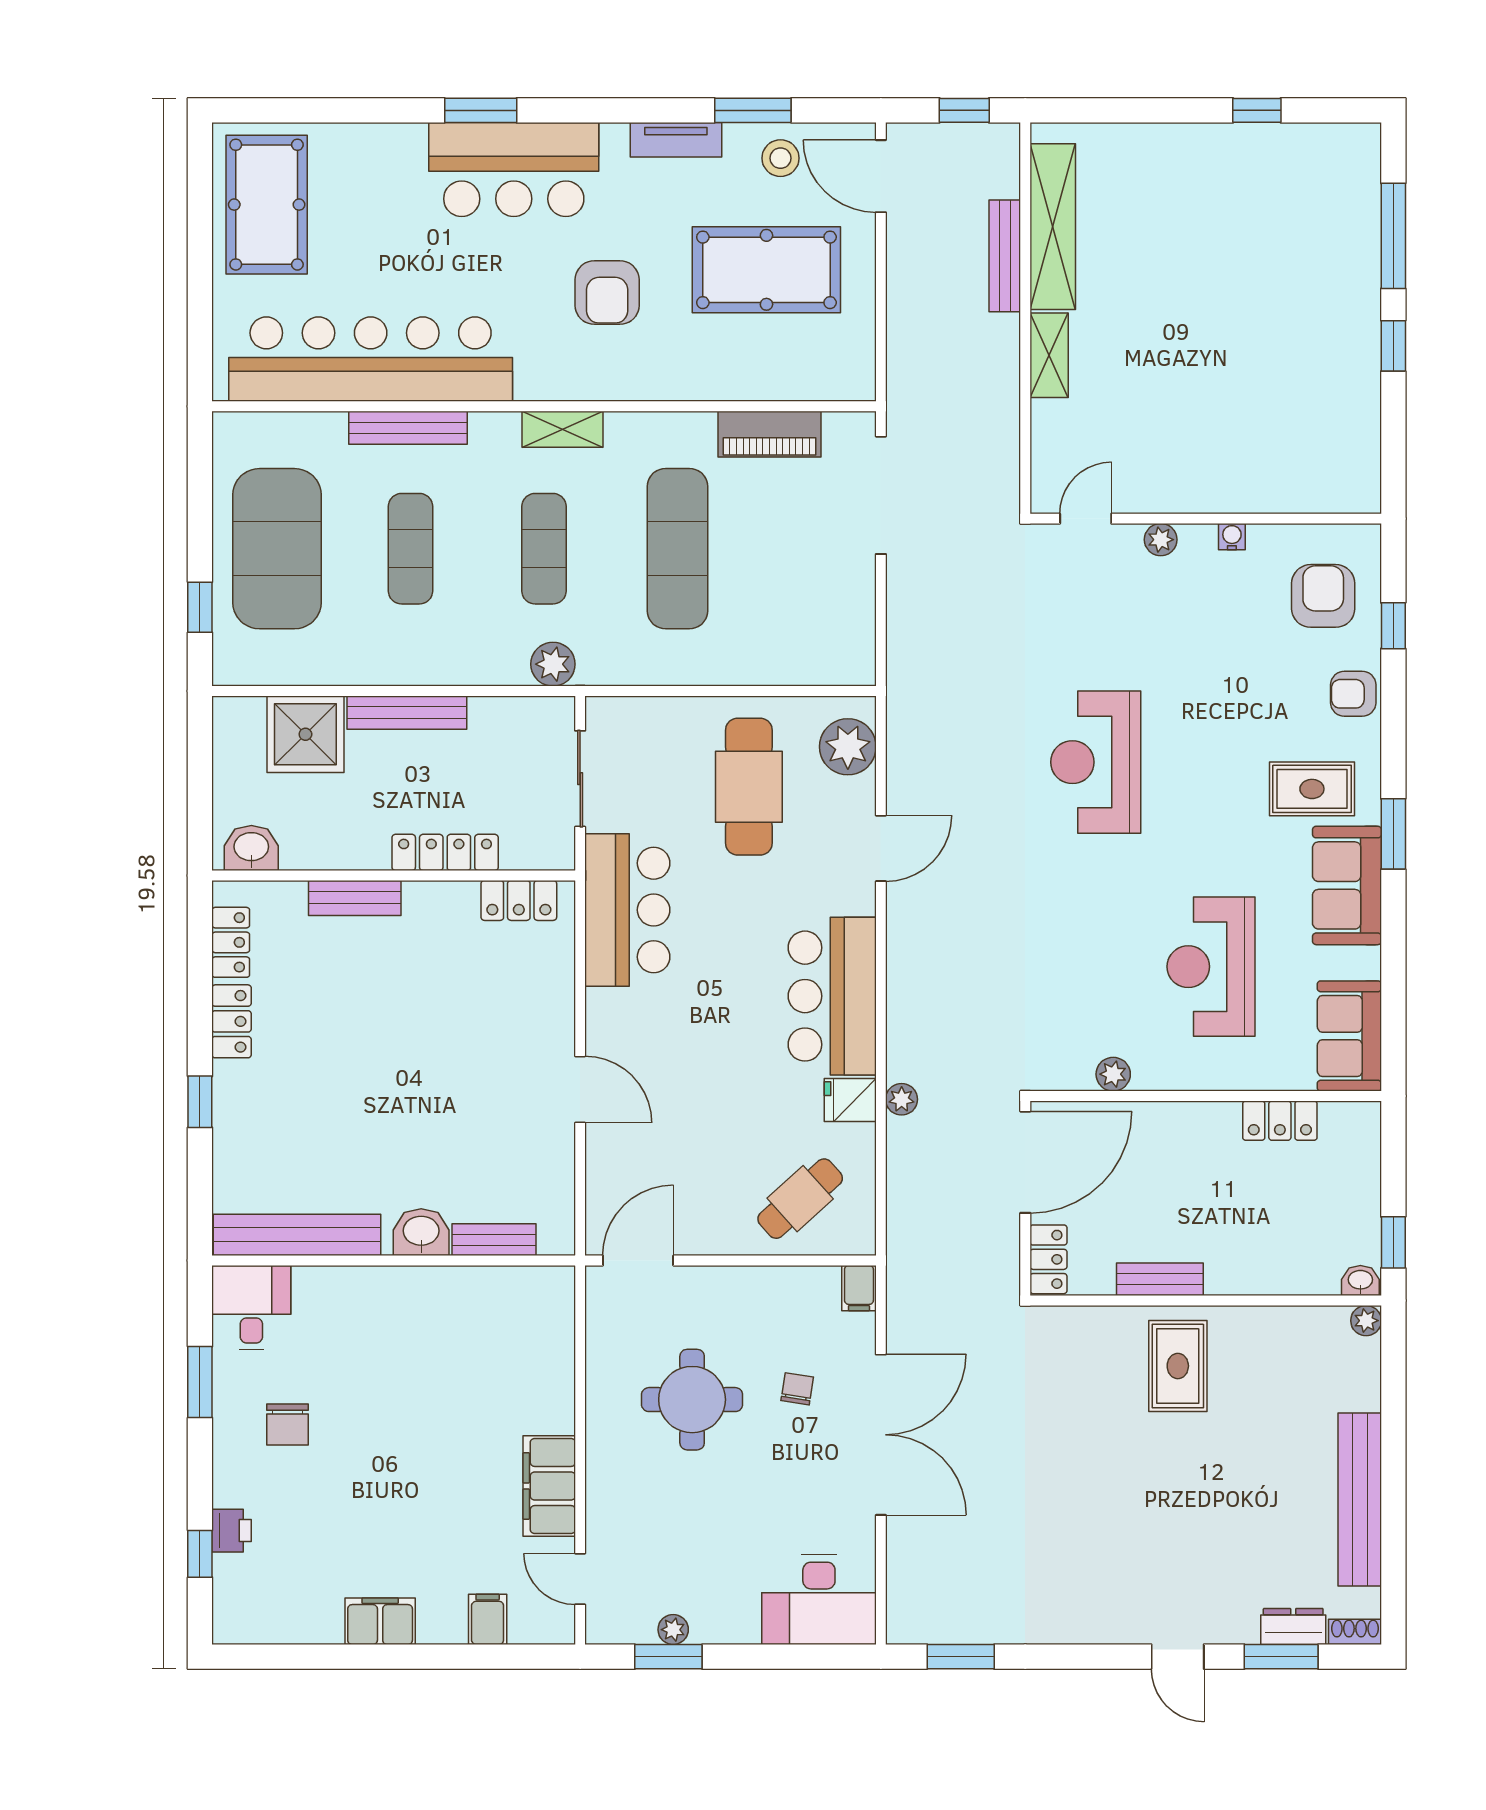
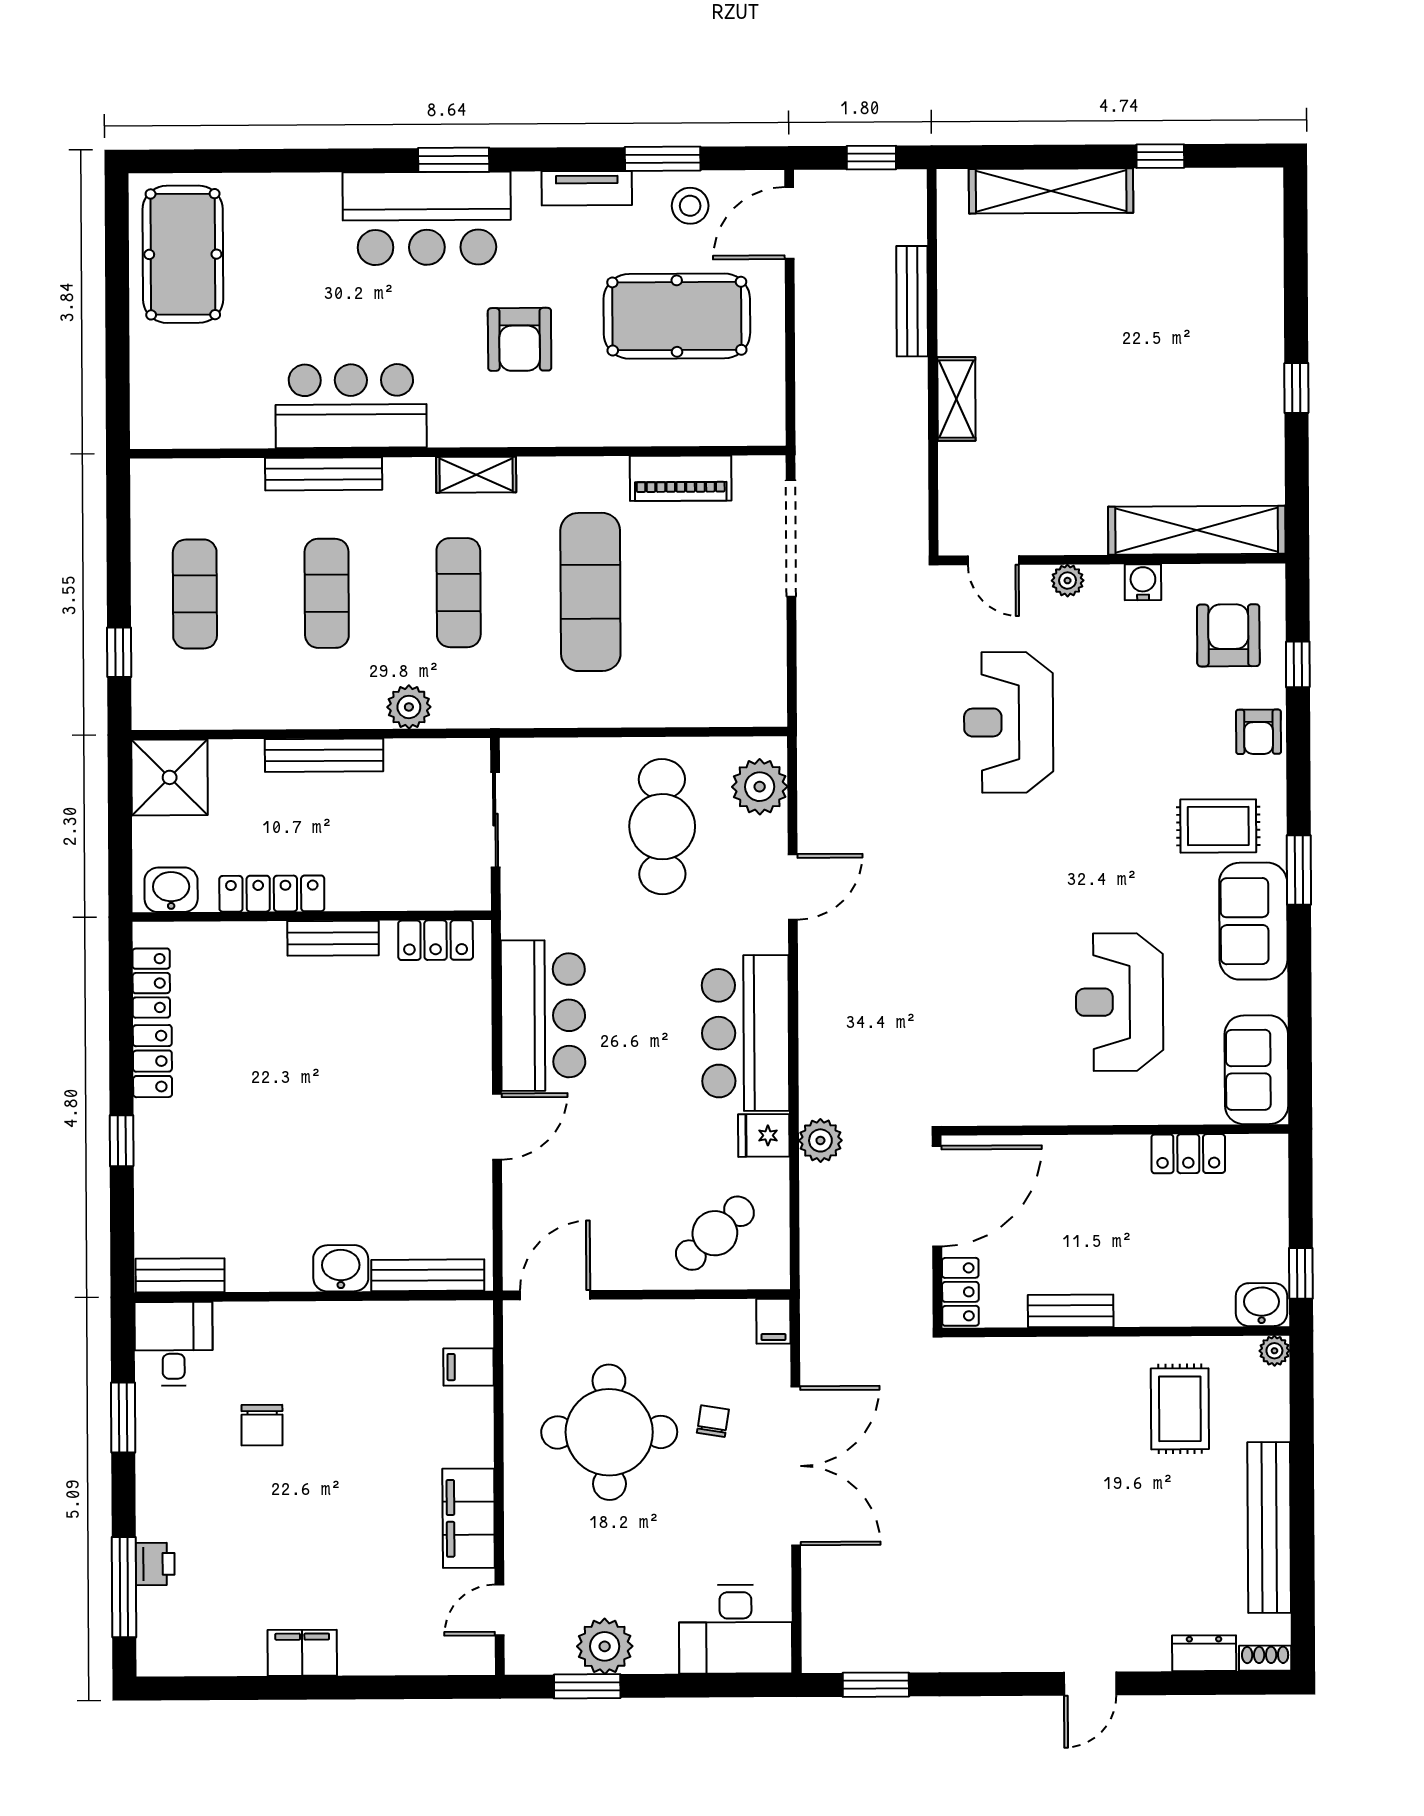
window: (481, 110) -> (454, 160), moved
door: (881, 176) -> (789, 223), hinge flipped
shelving: (1053, 227) -> (1051, 191), moved, turned 90
window: (1393, 236) -> (1296, 279), removed
bar counter: (371, 359) -> (351, 406), width x0.54
shelving: (1292, 489) -> (1197, 530), added
door: (1086, 519) -> (993, 560), swing flipped
water cooler: (1232, 537) -> (1143, 582), width x1.38, depth x1.38
exercise mat: (277, 549) -> (195, 594), width x0.50, depth x0.69
plant: (553, 664) -> (409, 707), moved
armchair: (1353, 694) -> (1259, 732), turned -90
shower: (305, 734) -> (170, 777), moved
reception desk: (1096, 762) -> (1009, 722), moved
locker: (445, 852) -> (272, 894), moved
bench: (355, 898) -> (333, 938), moved
bar counter: (627, 910) -> (543, 1015), moved
plant: (1113, 1074) -> (1023, 1109), removed
door: (580, 1089) -> (497, 1127), hinge flipped
plant: (902, 1099) -> (820, 1140), width x1.38, depth x1.38
bench: (297, 1235) -> (180, 1275), width x0.54, depth x0.82
bench: (494, 1240) -> (428, 1275), width x1.36
washbasin: (1360, 1281) -> (1261, 1305), width x1.38, depth x1.45
rug: (1178, 1366) -> (1180, 1409), moved
round table: (692, 1400) -> (609, 1432), width x1.36, depth x1.36
chair: (288, 1424) -> (262, 1425), moved
window: (200, 1554) -> (124, 1587), width x2.17
door: (580, 1579) -> (500, 1610), hinge flipped
filing cabinet: (488, 1619) -> (469, 1367), moved, turned -90
plant: (673, 1630) -> (605, 1646), width x1.87, depth x1.87
door: (1178, 1657) -> (1090, 1684), hinge flipped
window: (1281, 1657) -> (1192, 1683), removed

